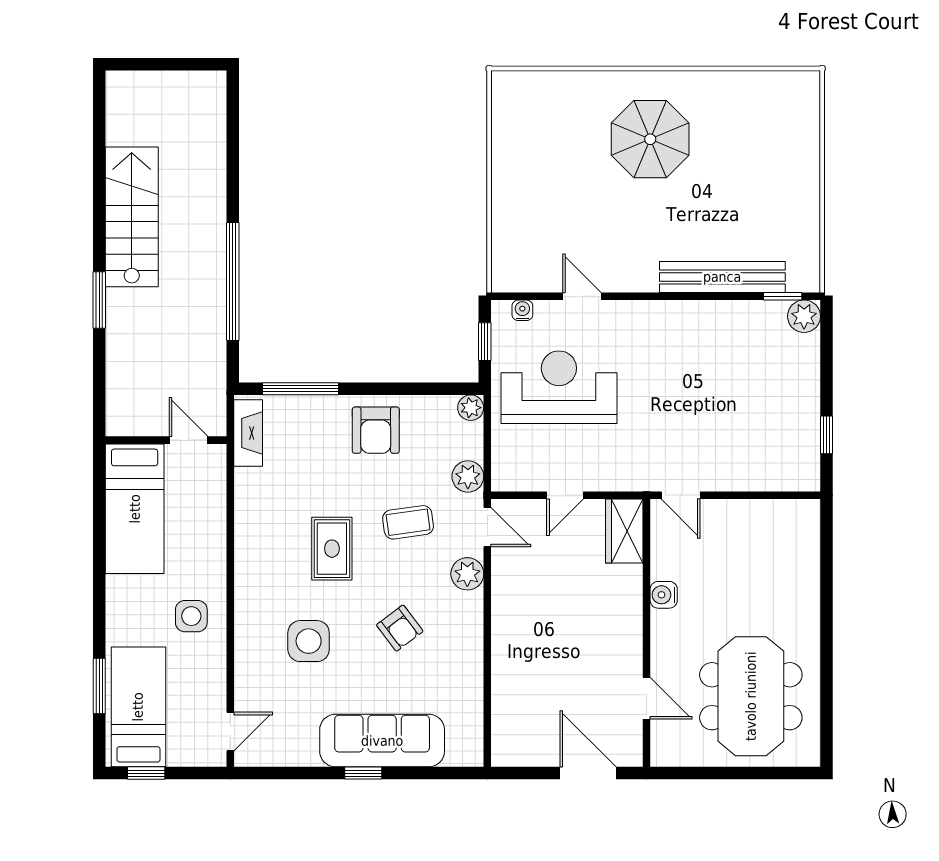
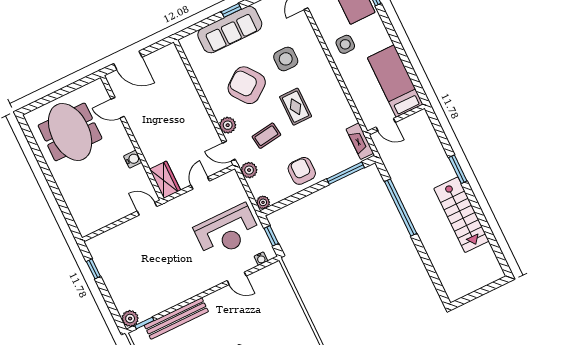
armchair: (400, 628) -> (247, 85), width x1.88, depth x1.88

